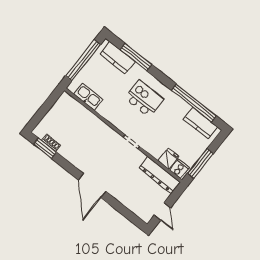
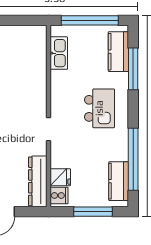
window: (200, 163) -> (93, 212), moved

